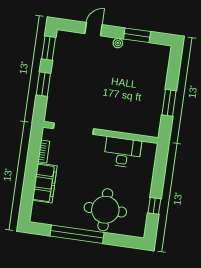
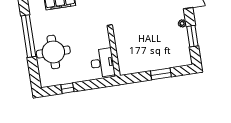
window: (169, 103) -> (161, 74), moved
desk: (123, 152) -> (102, 63), moved

